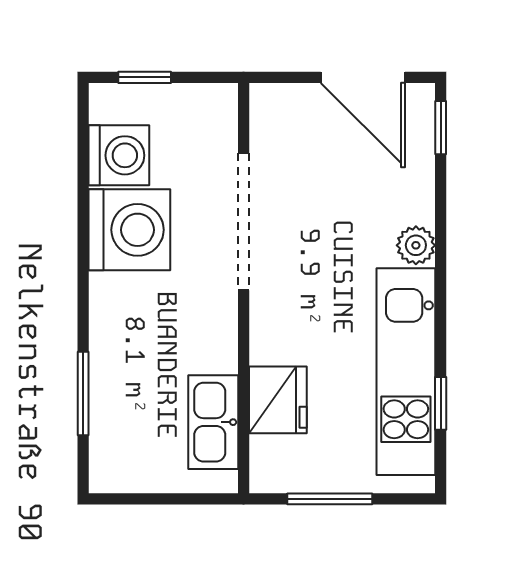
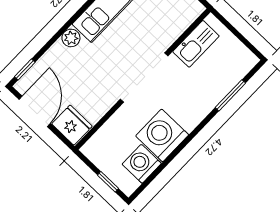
doorway: (244, 222) -> (144, 77), moved
fridge: (278, 400) -> (72, 125), moved, turned 90

